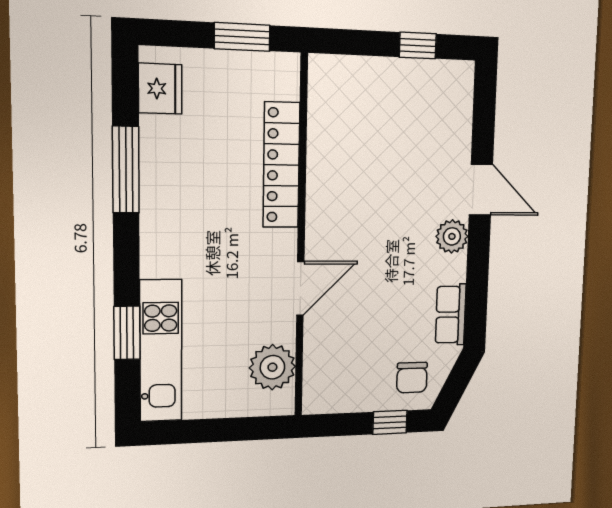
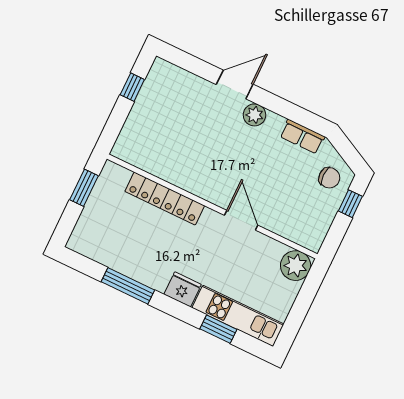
fridge: (160, 89) -> (183, 289), moved
plant: (272, 367) -> (296, 266), moved

